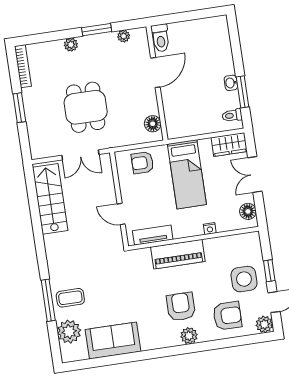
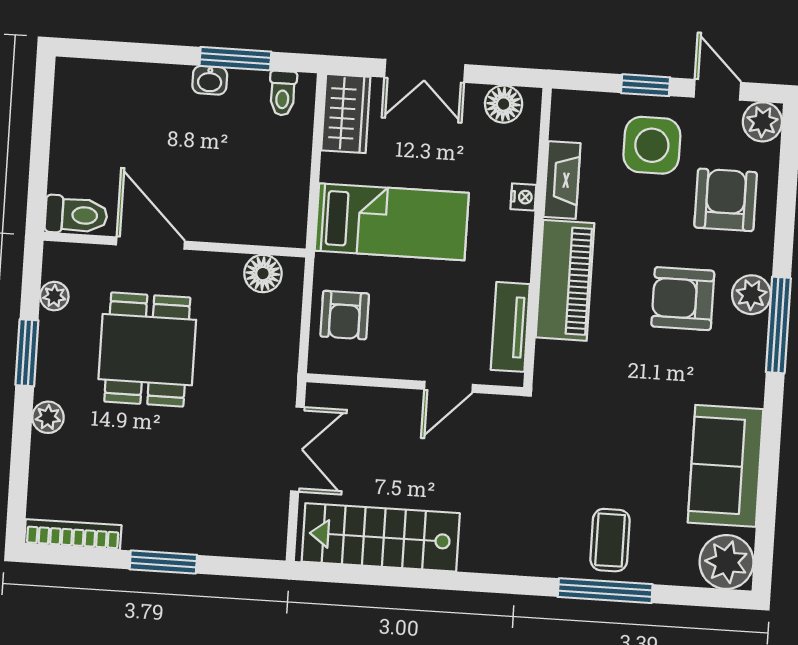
dining table: (86, 107) -> (147, 350), moved, turned 90
fireplace: (221, 244) -> (562, 180), added
plant: (69, 332) -> (727, 562), moved
window: (178, 350) -> (778, 325), added

